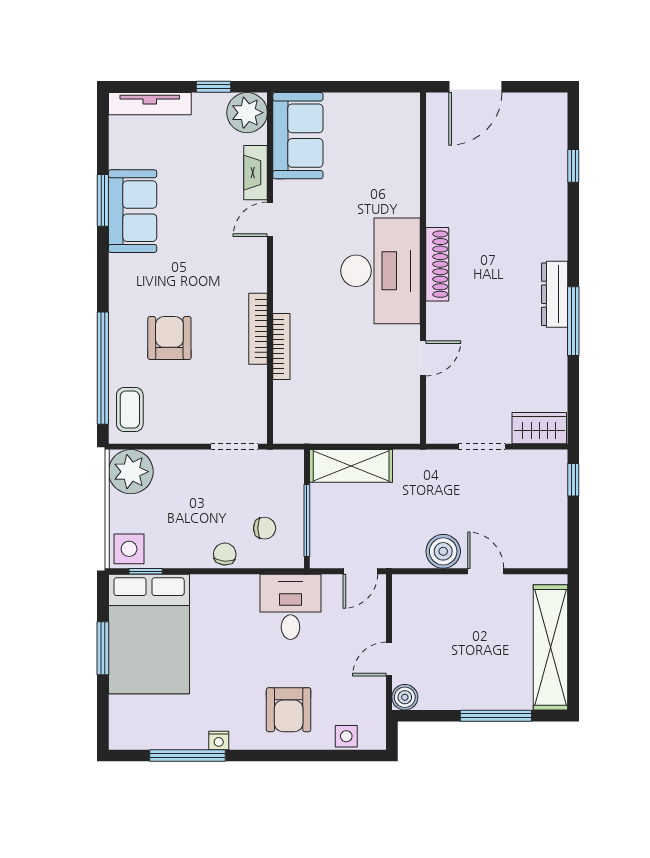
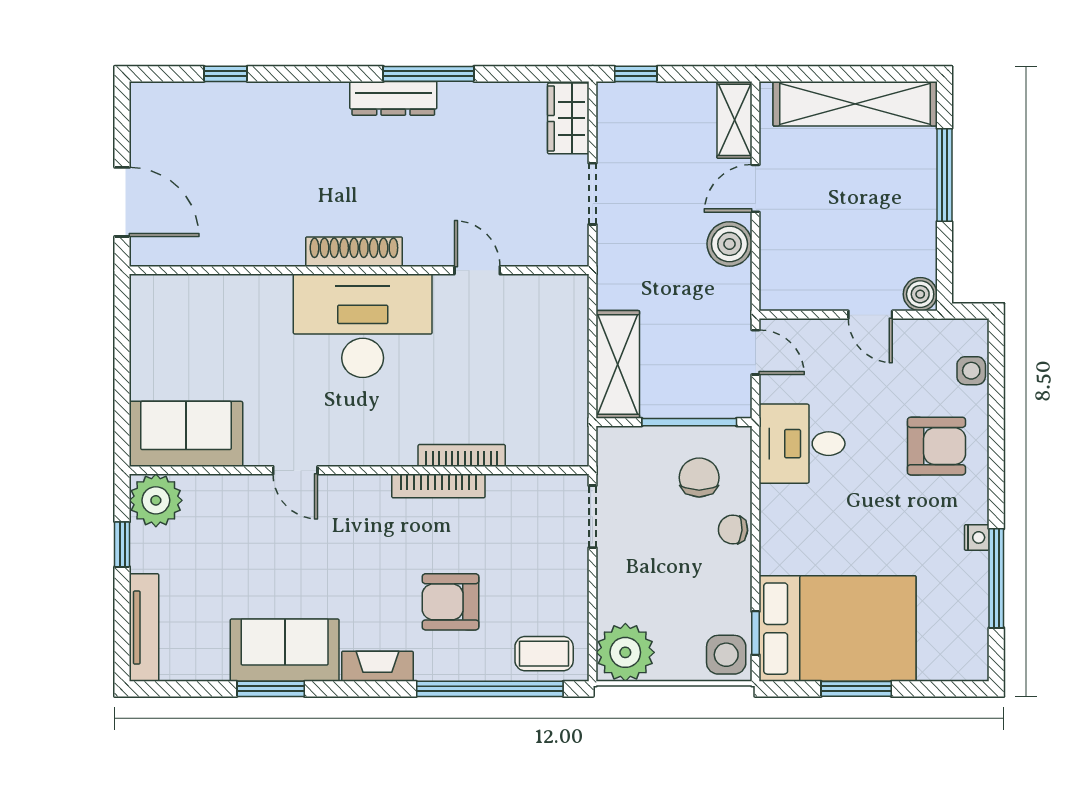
fireplace: (256, 173) -> (377, 666), moved, turned 180
chair: (265, 528) -> (699, 478), width x1.37, depth x1.37
shelving: (538, 555) -> (734, 120), added

